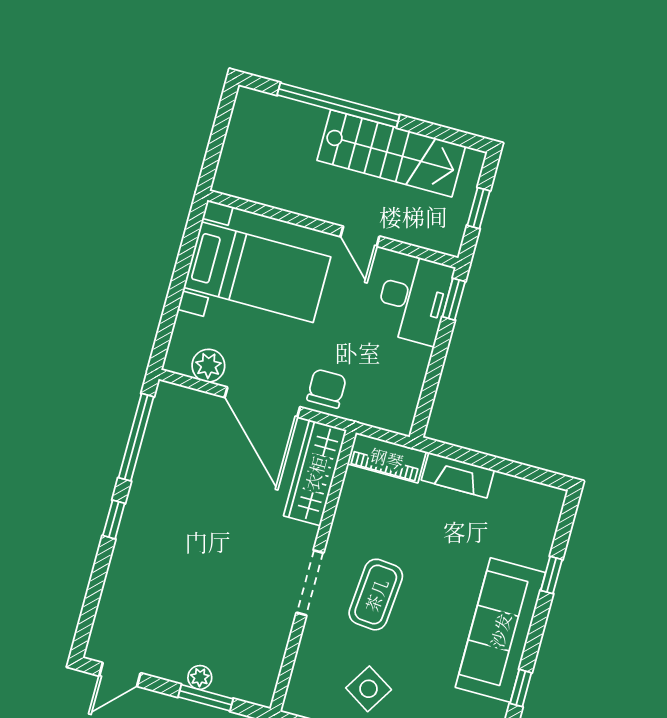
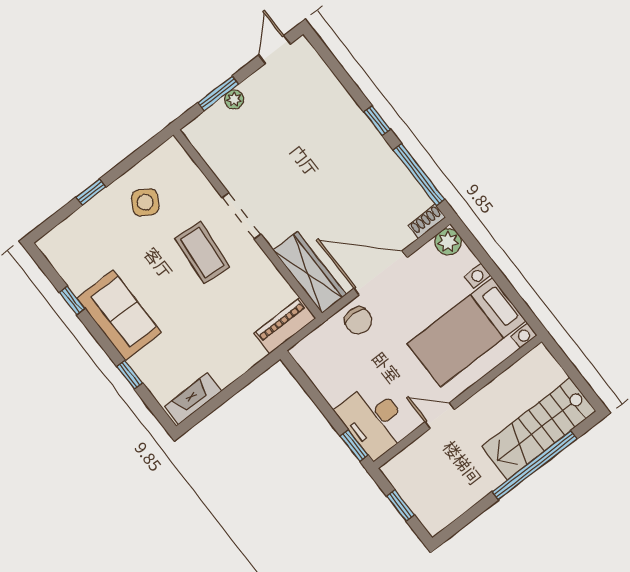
stairs: (391, 153) -> (539, 429), moved
plant: (208, 366) -> (448, 242), moved
shoe rack: (177, 395) -> (427, 221), added
fireplace: (458, 475) -> (193, 399), moved
sofa: (500, 630) -> (119, 315), width x0.73

